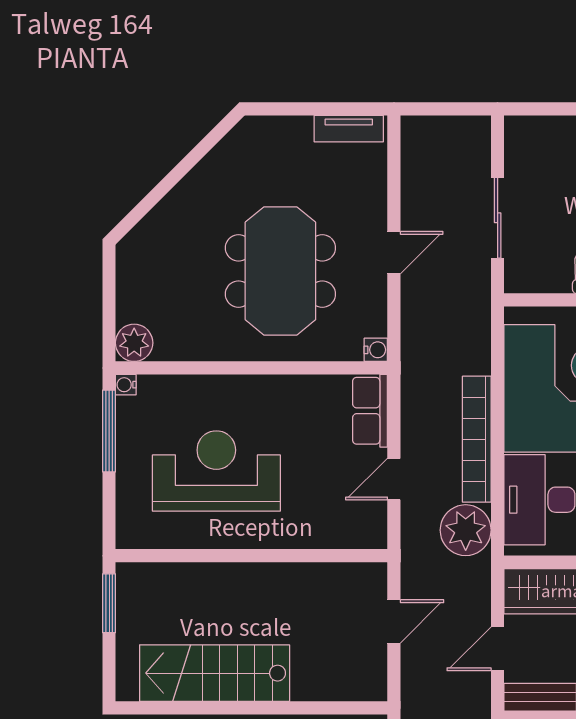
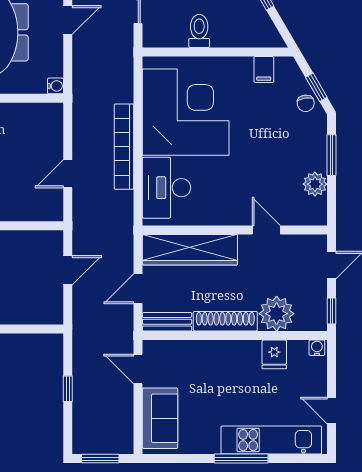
row of seats: (370, 411) -> (52, 127), removed
plant: (466, 530) -> (116, 208), removed

